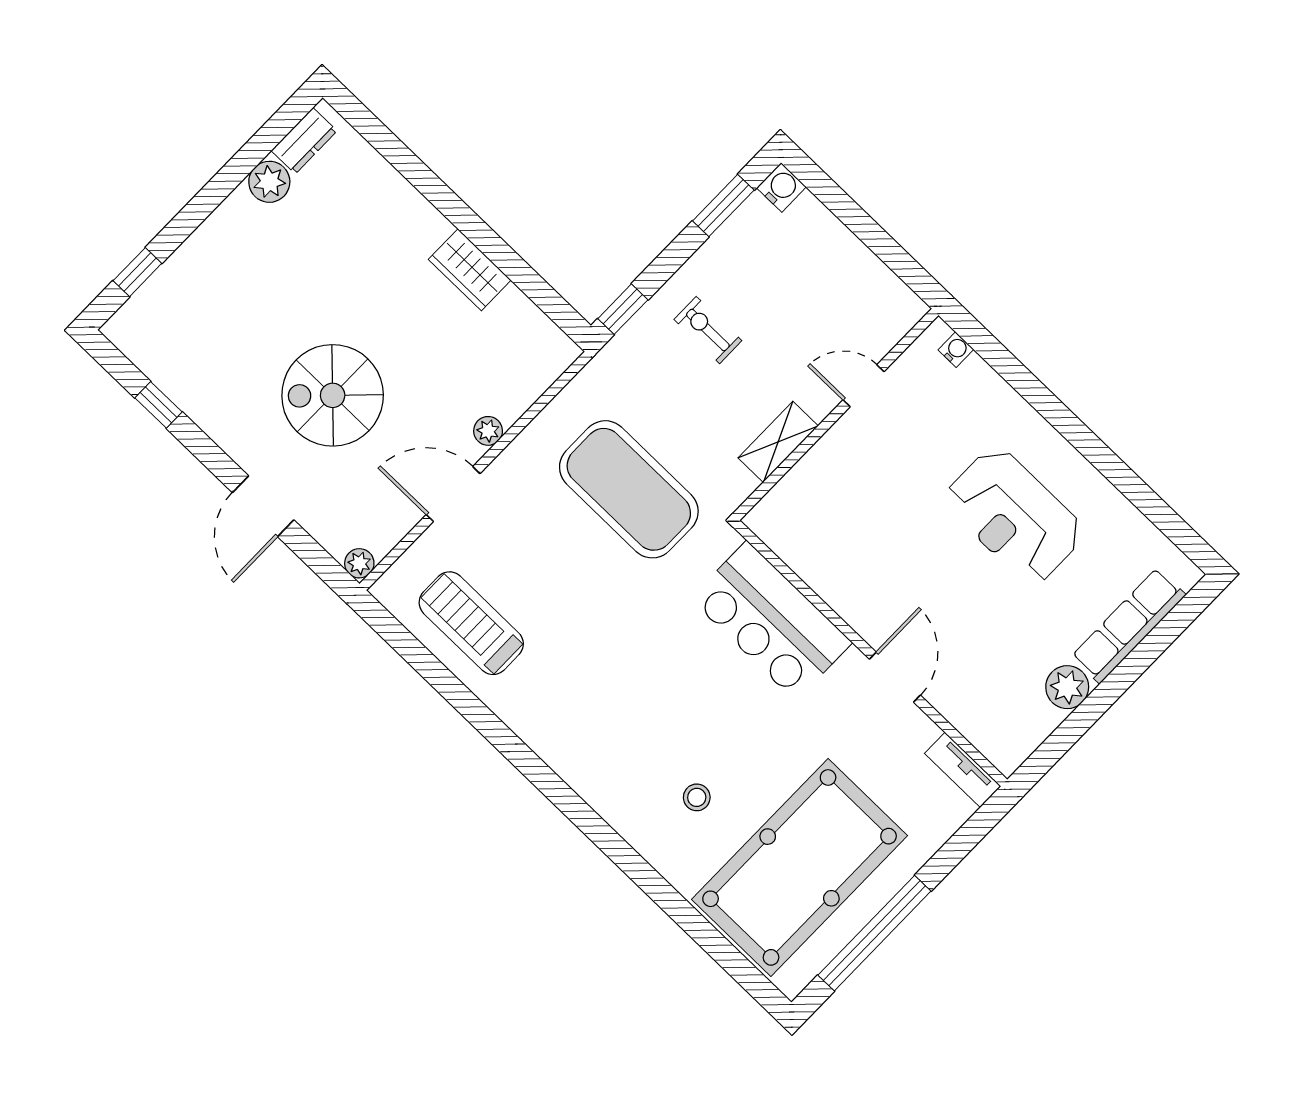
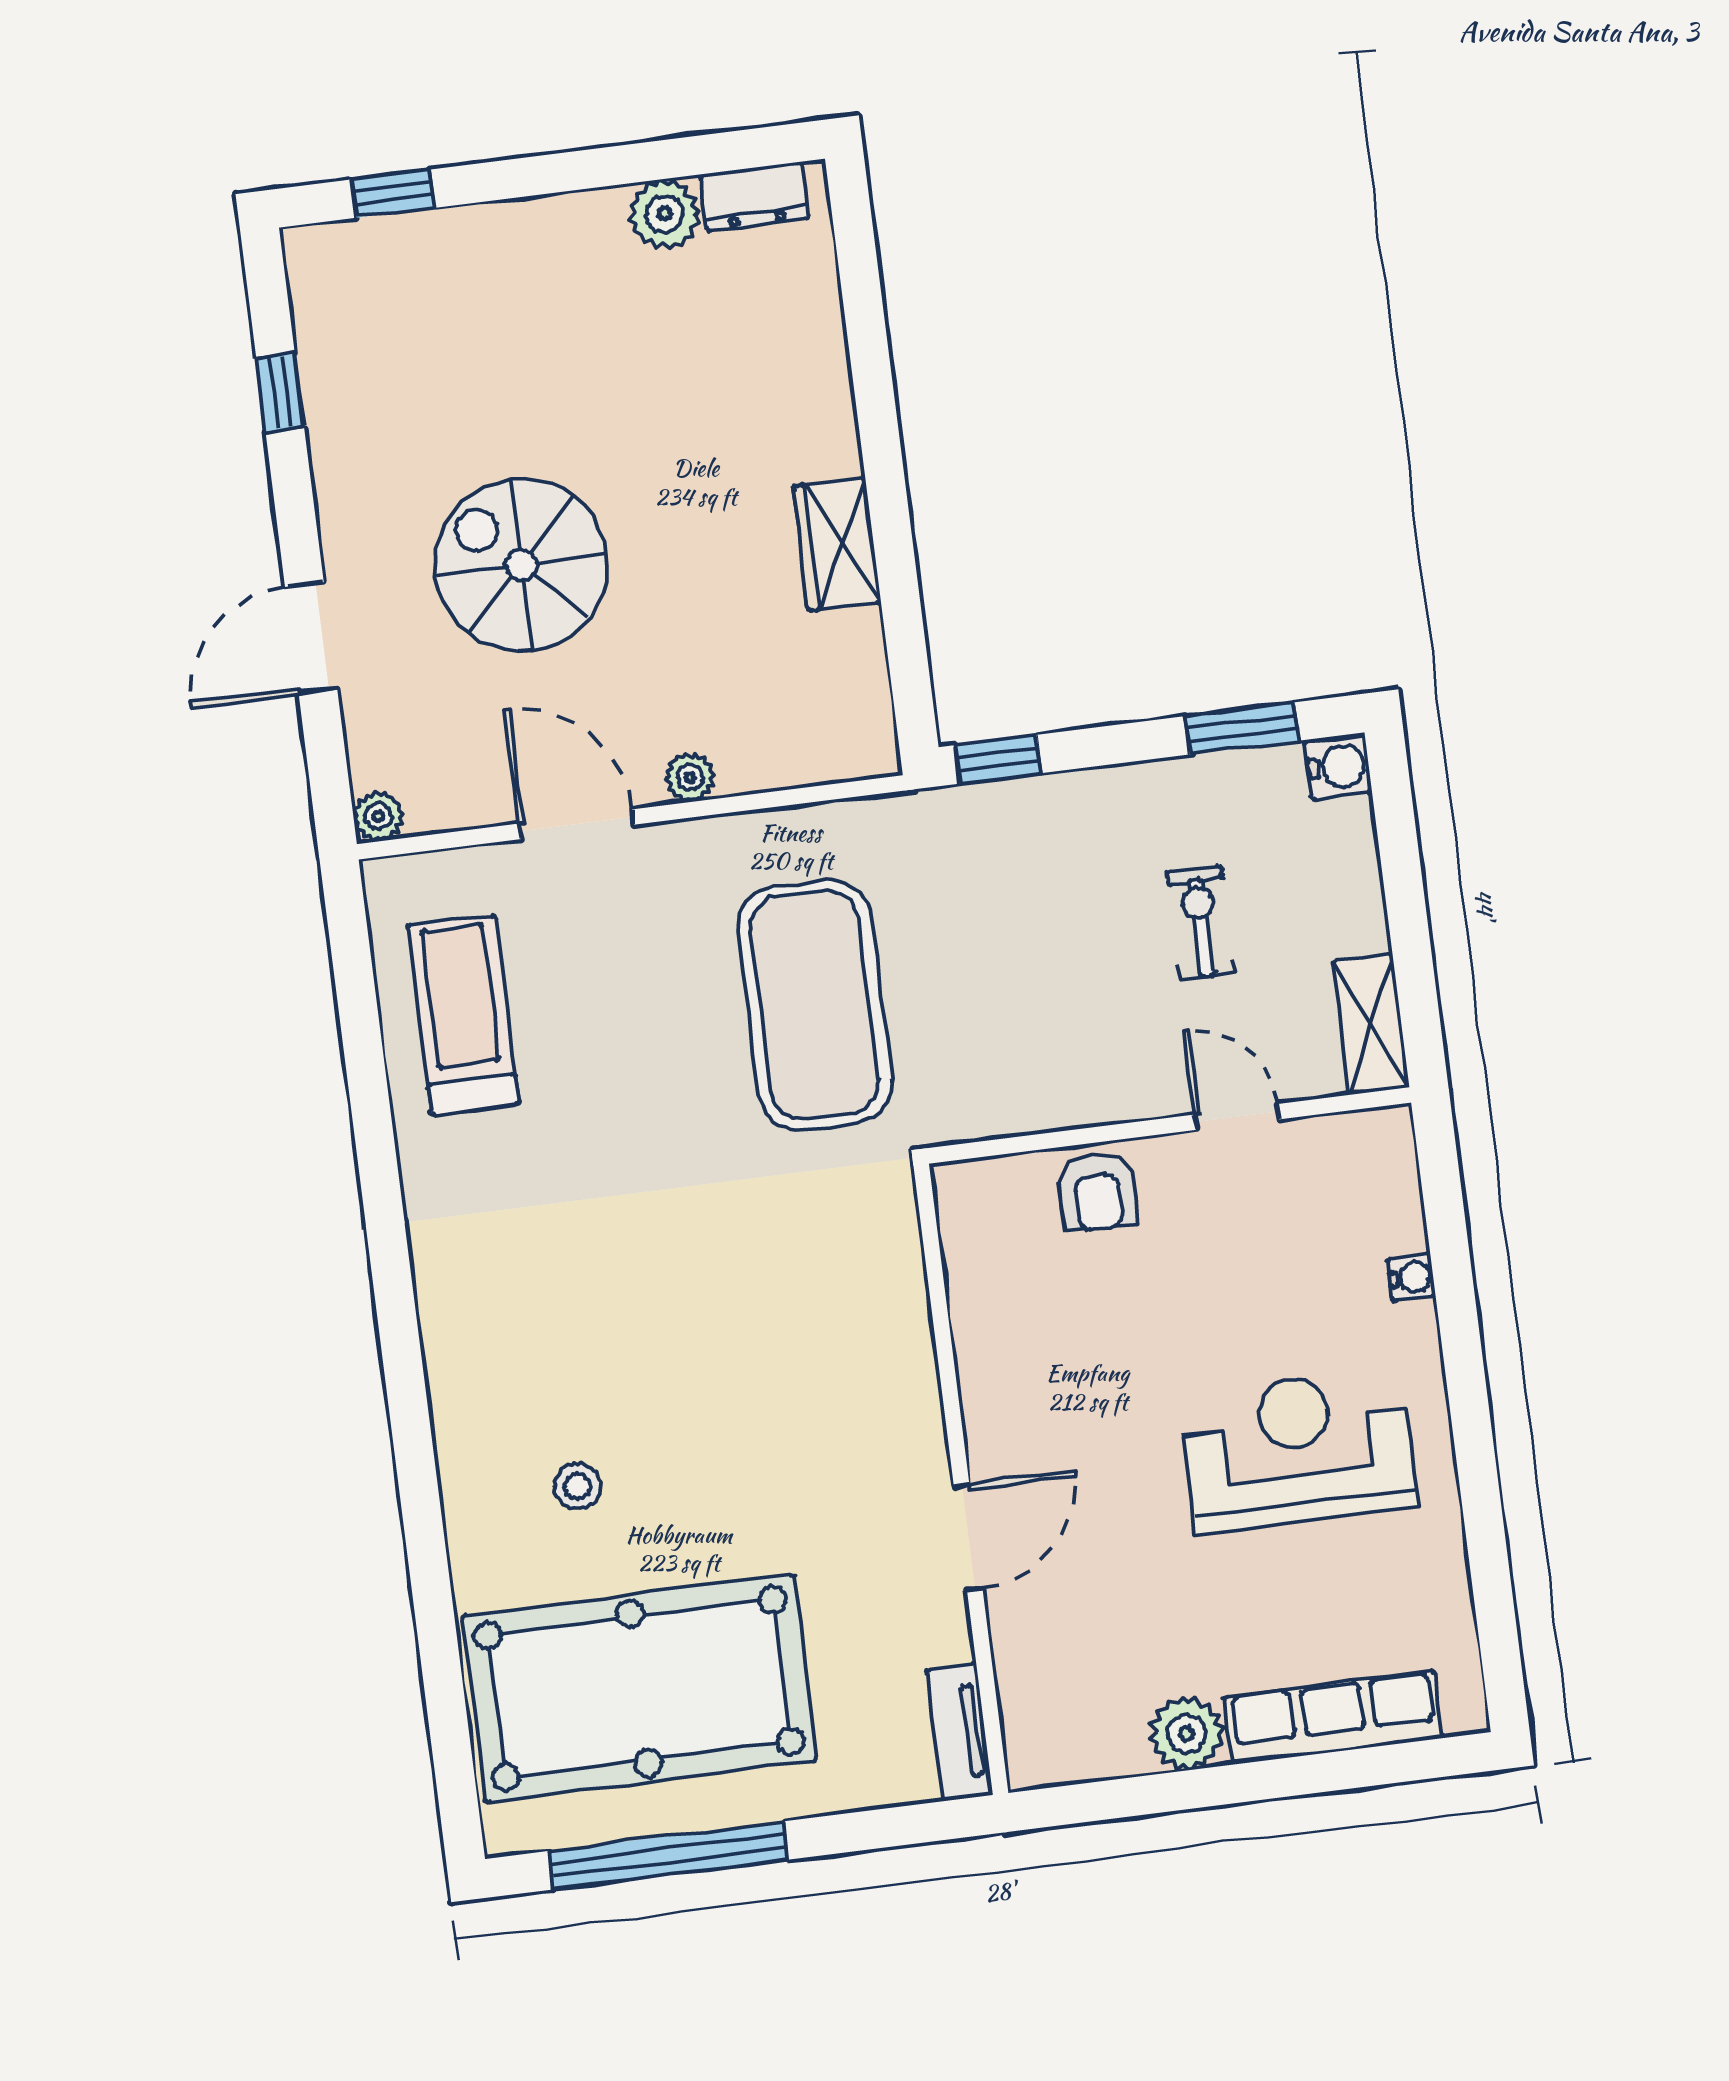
exercise bike: (708, 330) -> (1200, 922), moved
water cooler: (956, 350) -> (1412, 1277), moved
shelving: (778, 442) -> (1371, 1024), moved, turned 90
armchair: (827, 471) -> (1098, 1192), added
reception desk: (1014, 516) -> (1298, 1450), turned 90
bar counter: (771, 621) -> (864, 1331), removed

